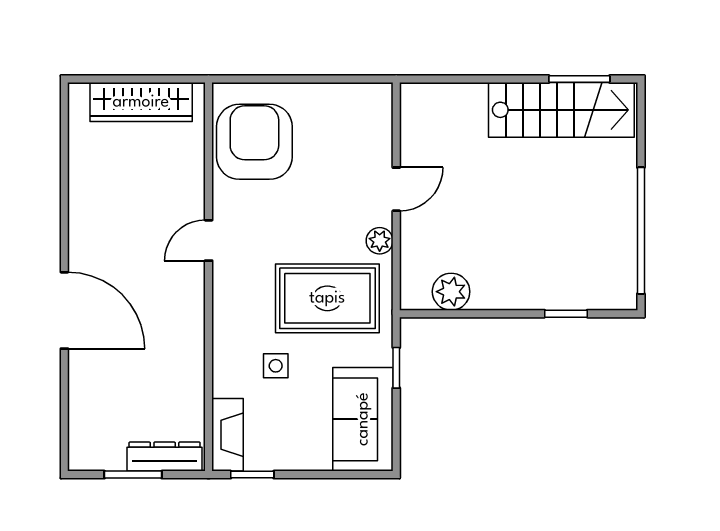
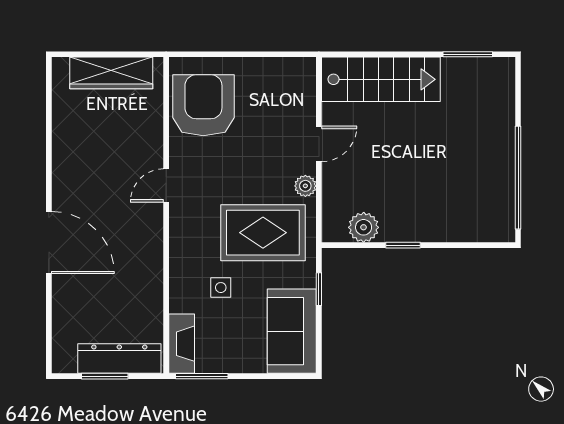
stairs: (561, 110) -> (381, 79), moved
window: (566, 314) -> (403, 245), moved
dresser: (165, 457) -> (119, 359), width x1.37, depth x1.24
window: (252, 475) -> (202, 376), width x1.50

